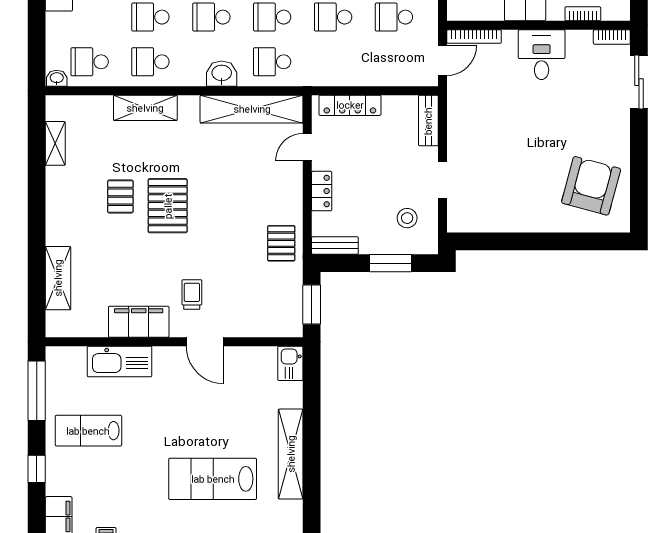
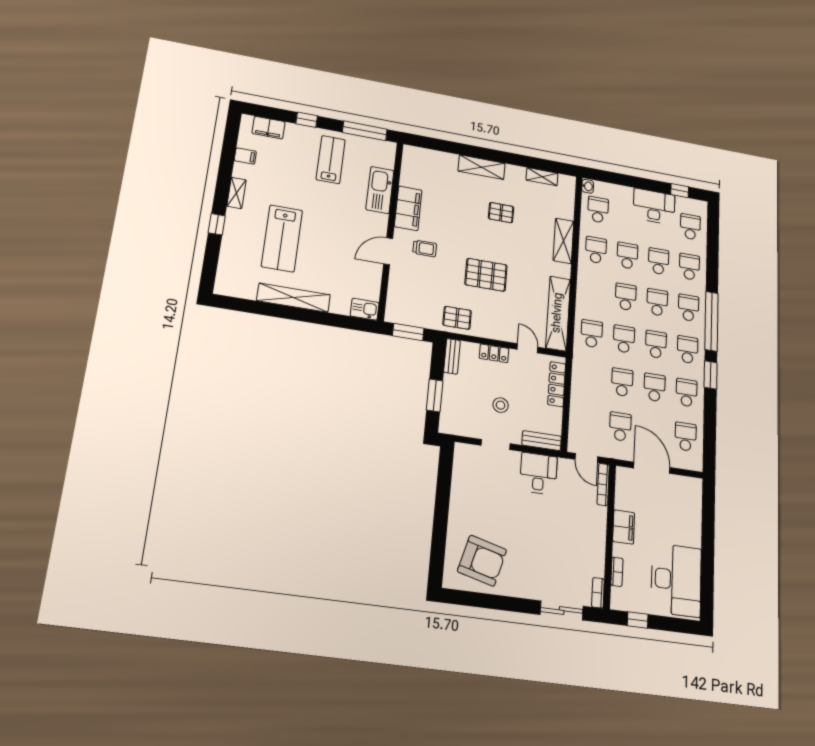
desk: (542, 55) -> (538, 474), moved, turned -90
washbasin: (222, 74) -> (585, 297), removed
pallet: (168, 206) -> (486, 275), moved
stool: (407, 218) -> (501, 405), moved
shelving: (58, 278) -> (482, 167), moved
lab bench: (213, 479) -> (282, 238), turned 180

